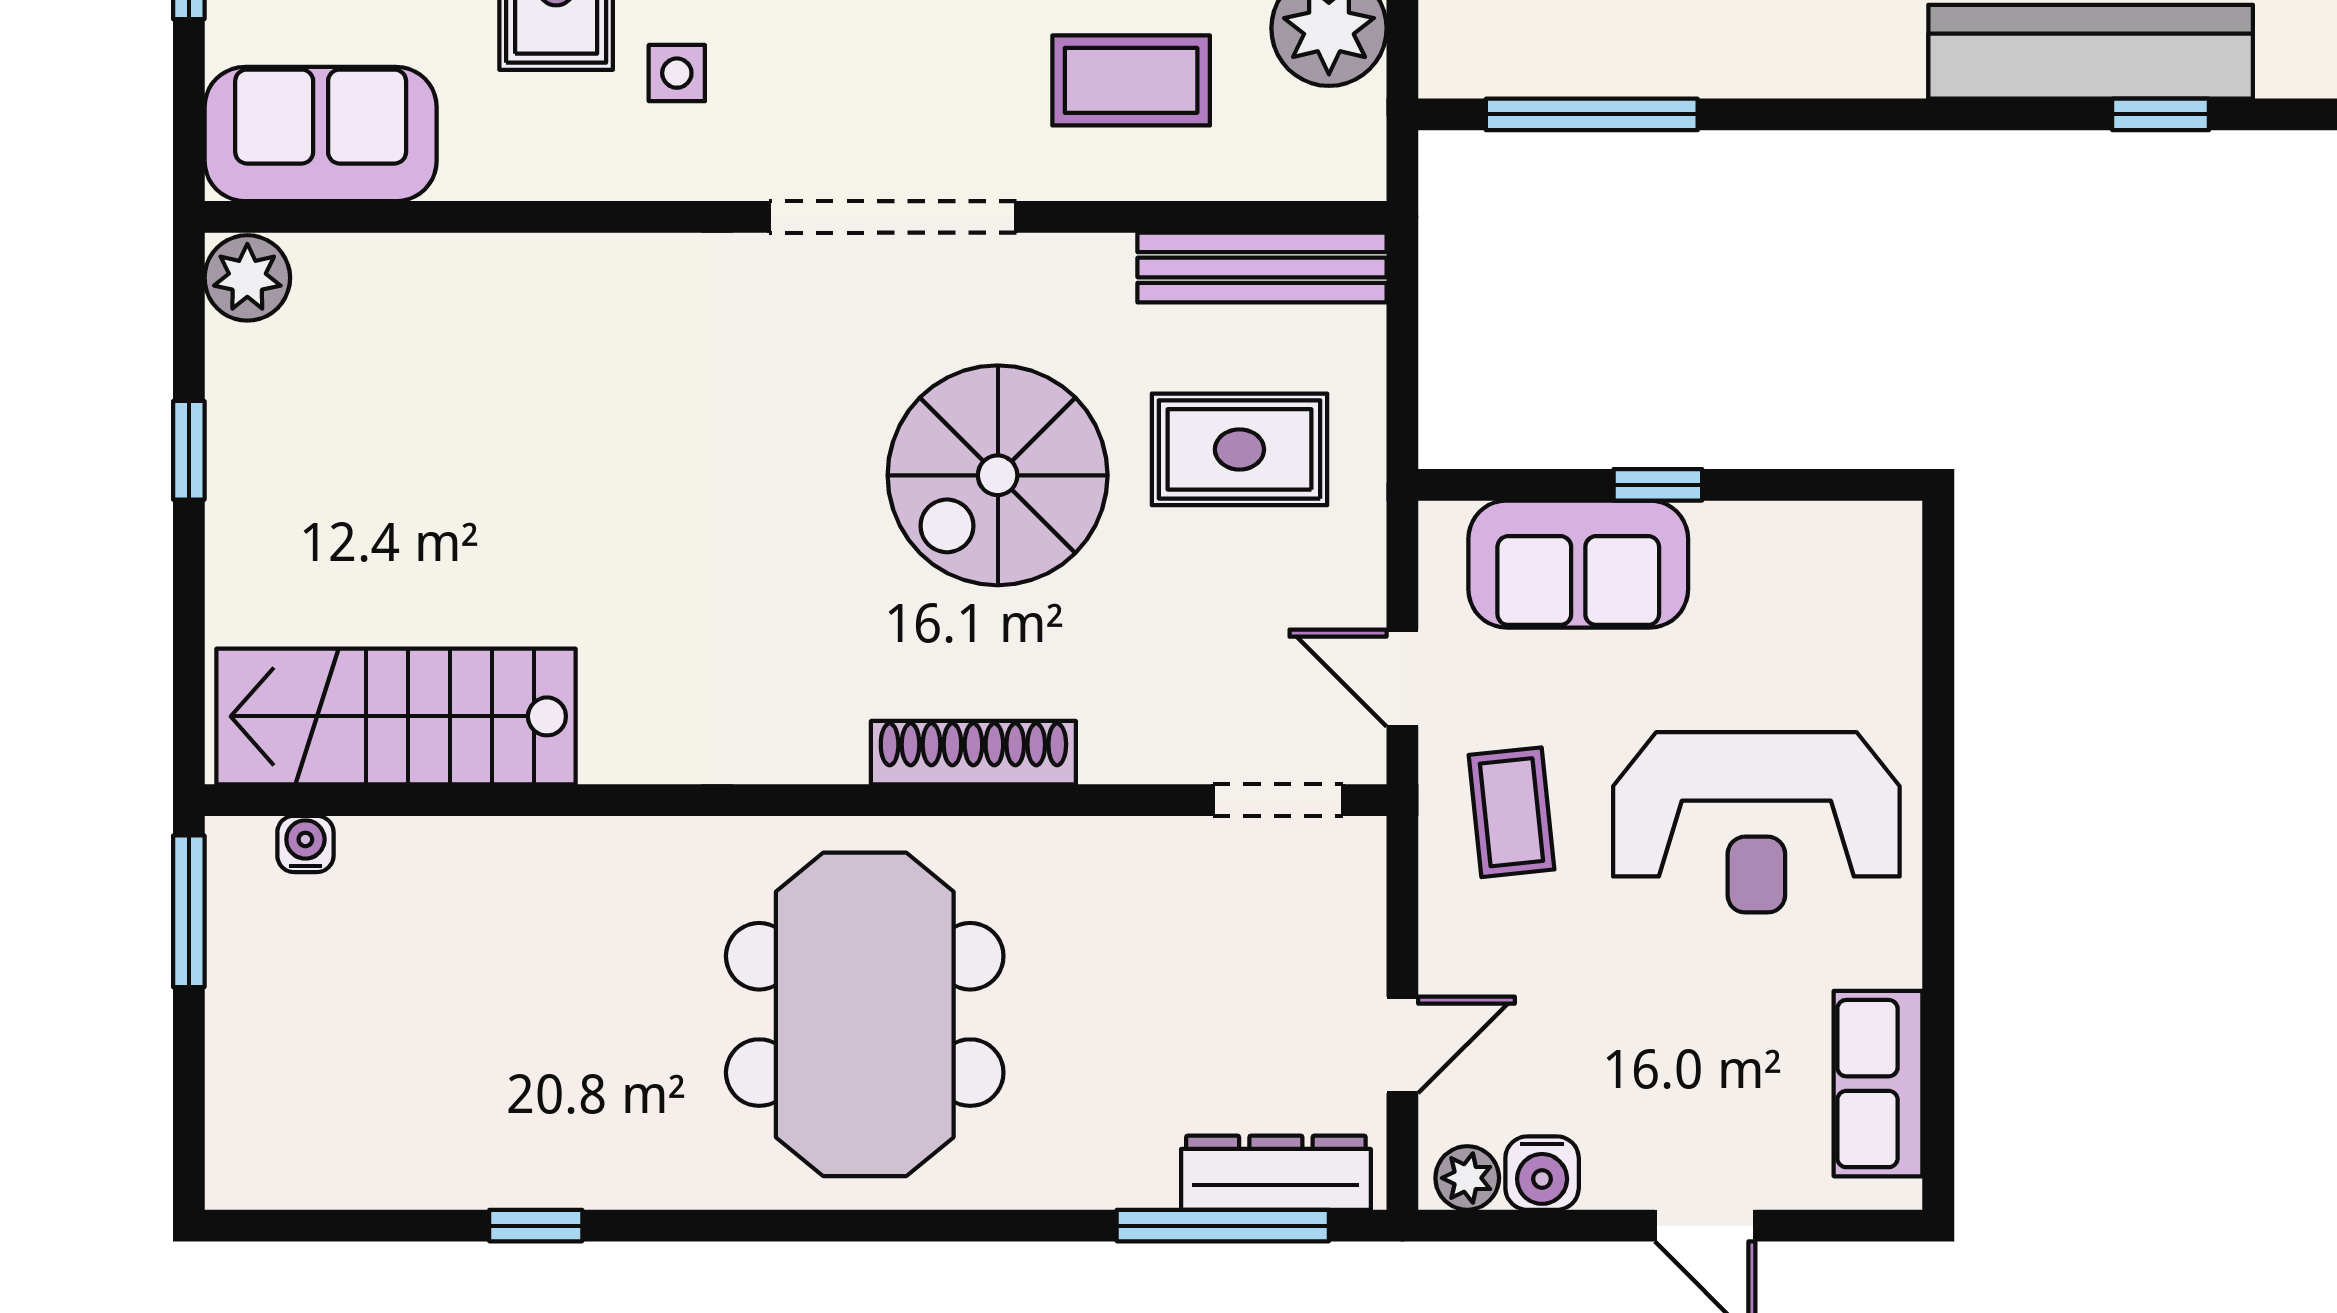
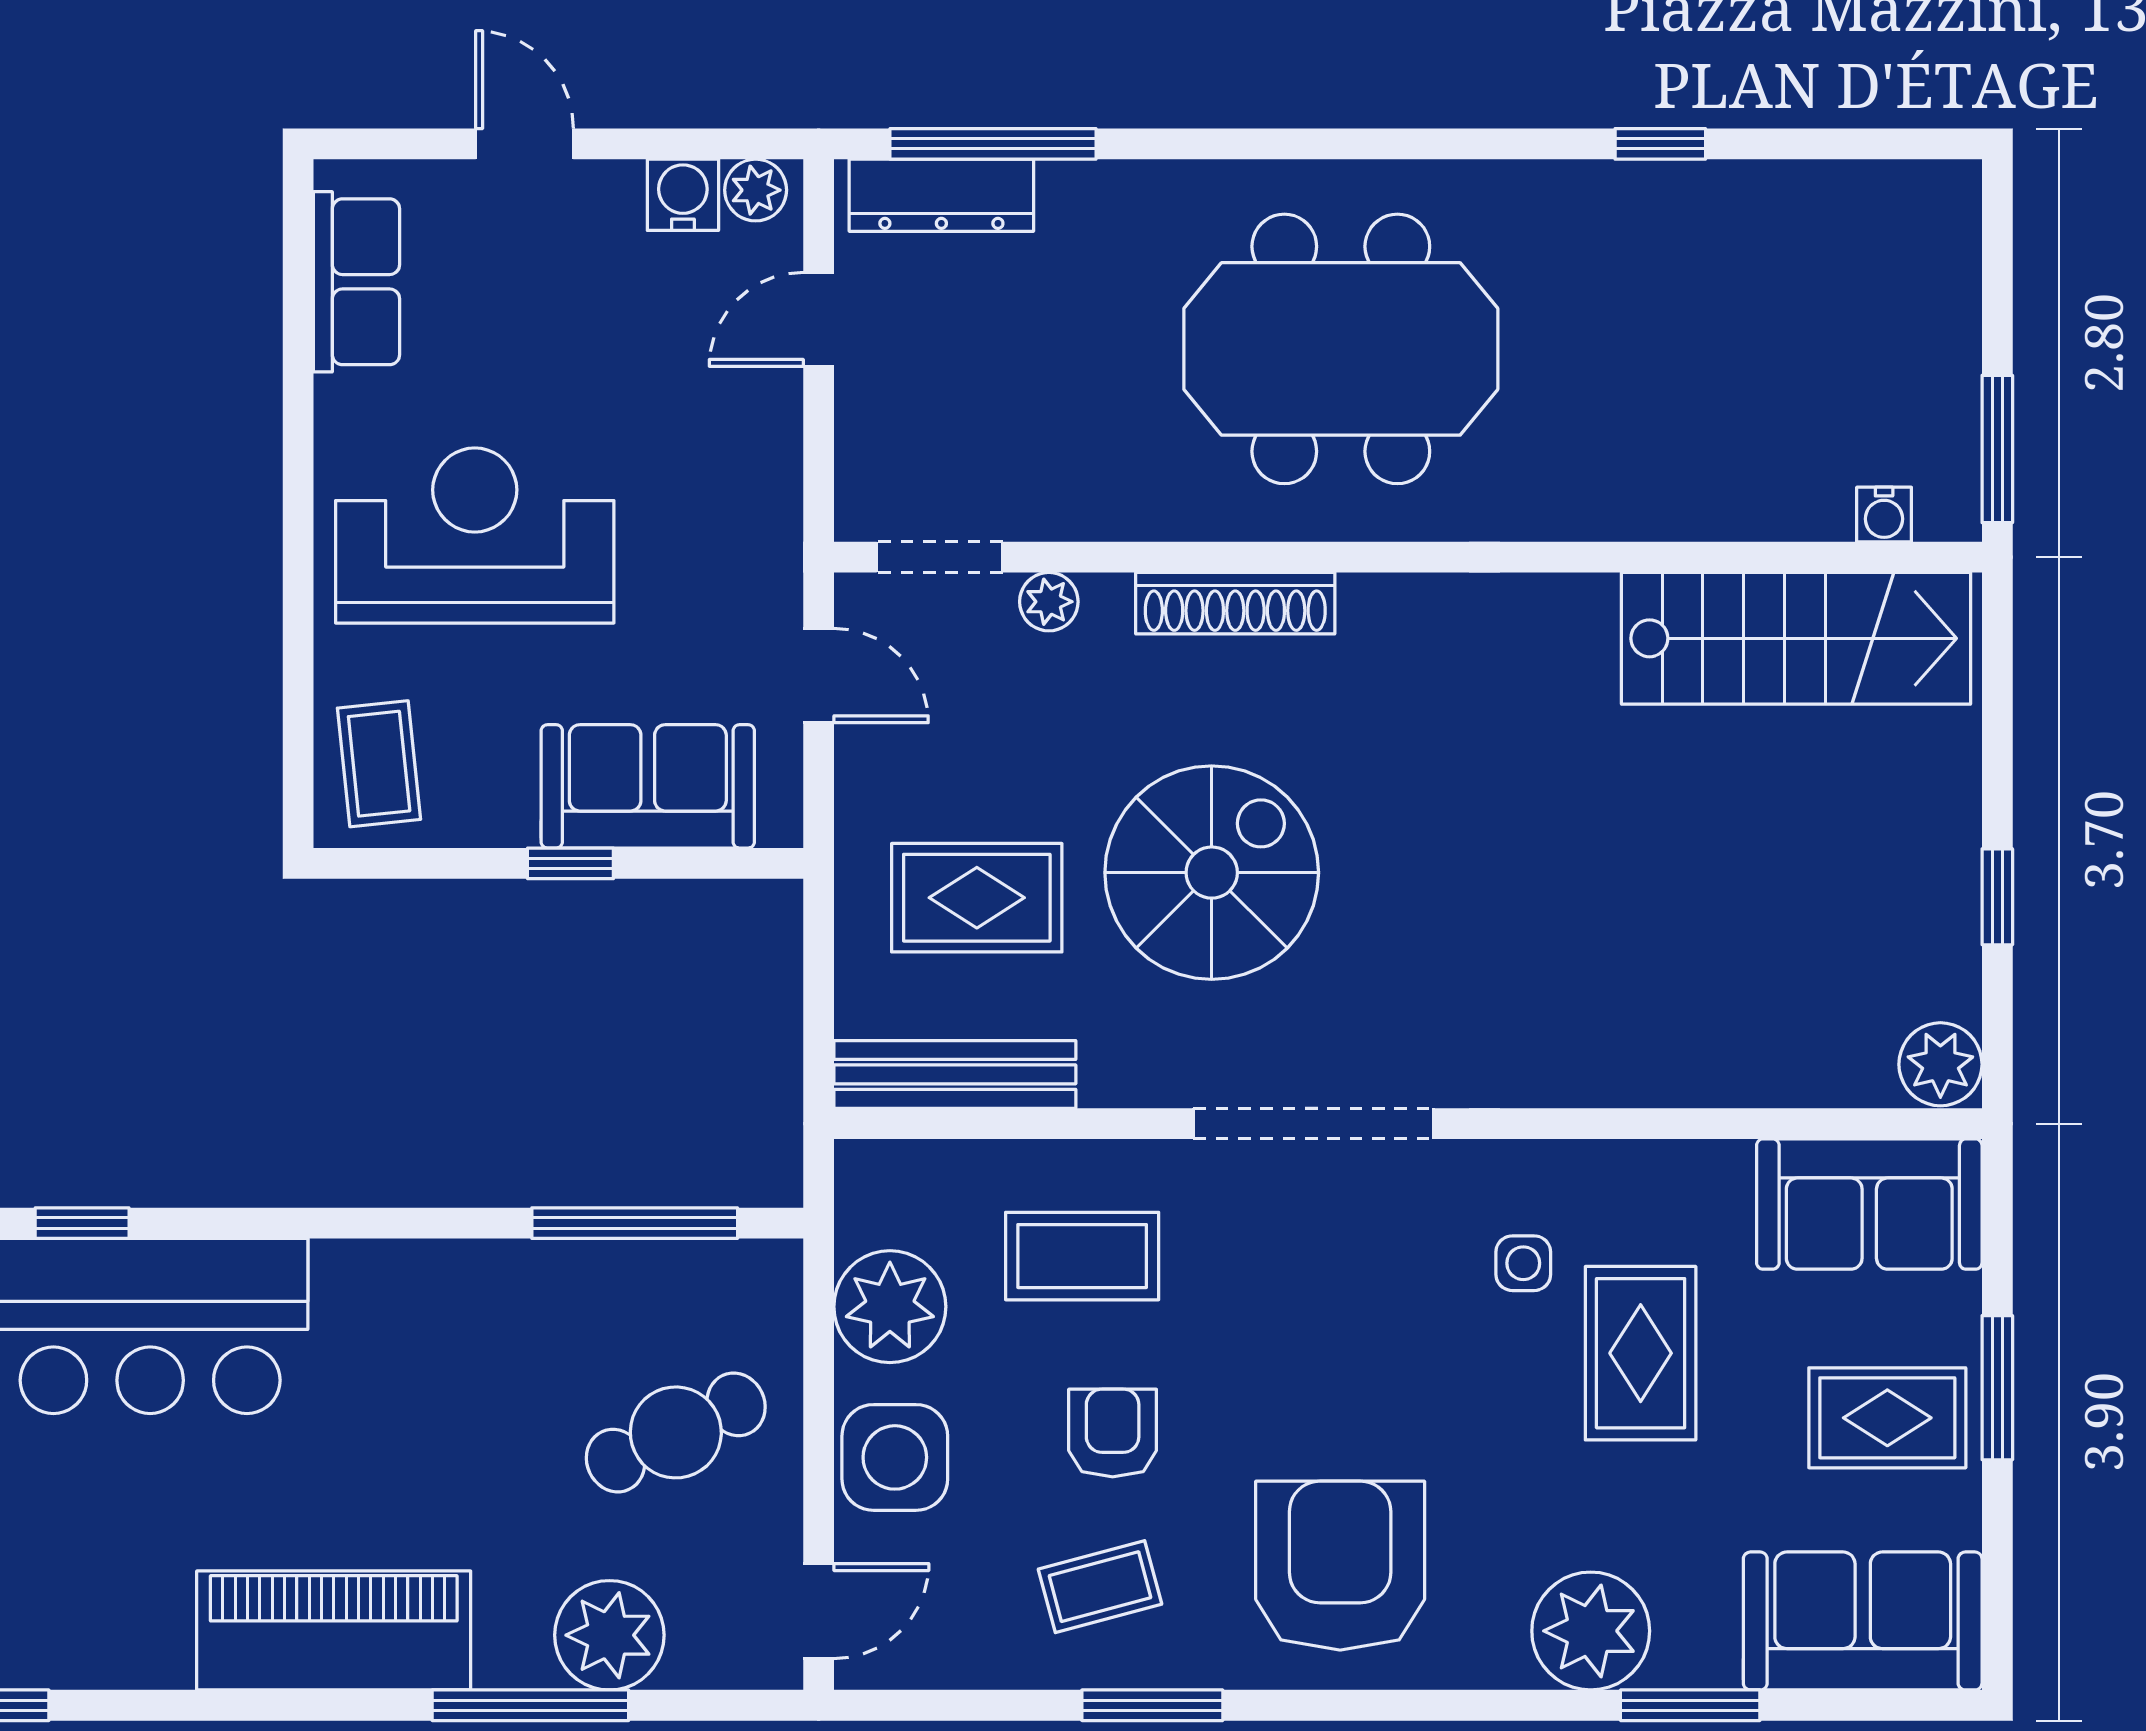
plant: (1165, 754) -> (1049, 602), added
coffee table: (1511, 812) -> (379, 764), moved
meeting table: (865, 1014) -> (1341, 349), turned 90

